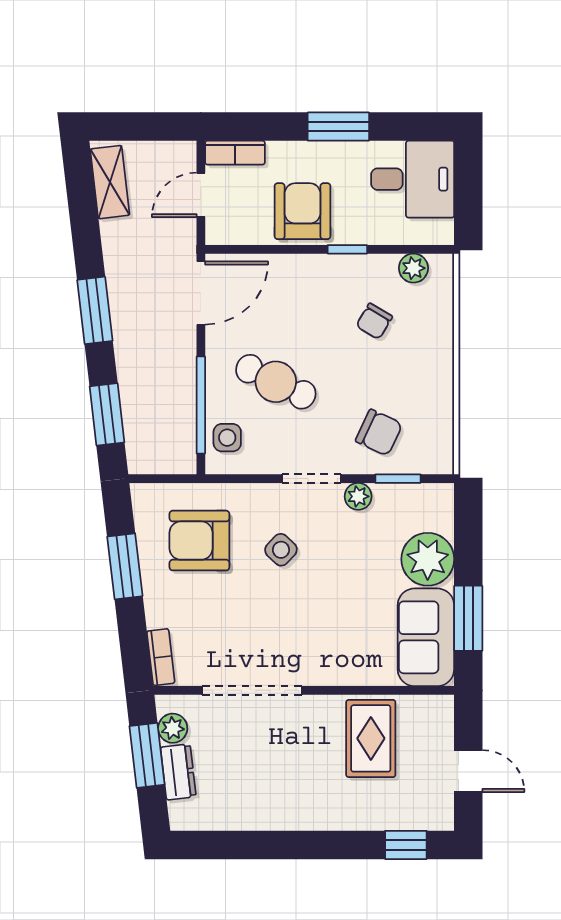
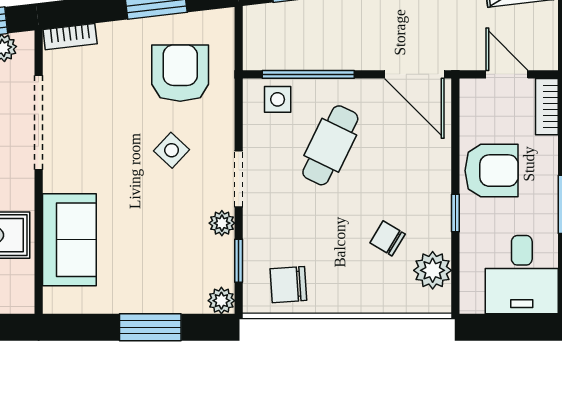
plant: (413, 268) -> (433, 270), width x1.38, depth x1.38
chair: (379, 433) -> (288, 285), moved, turned 61
plant: (428, 559) -> (221, 301), moved, width x0.53, depth x0.53
window: (468, 618) -> (150, 327), moved
sofa: (426, 637) -> (69, 240), moved, turned 90

